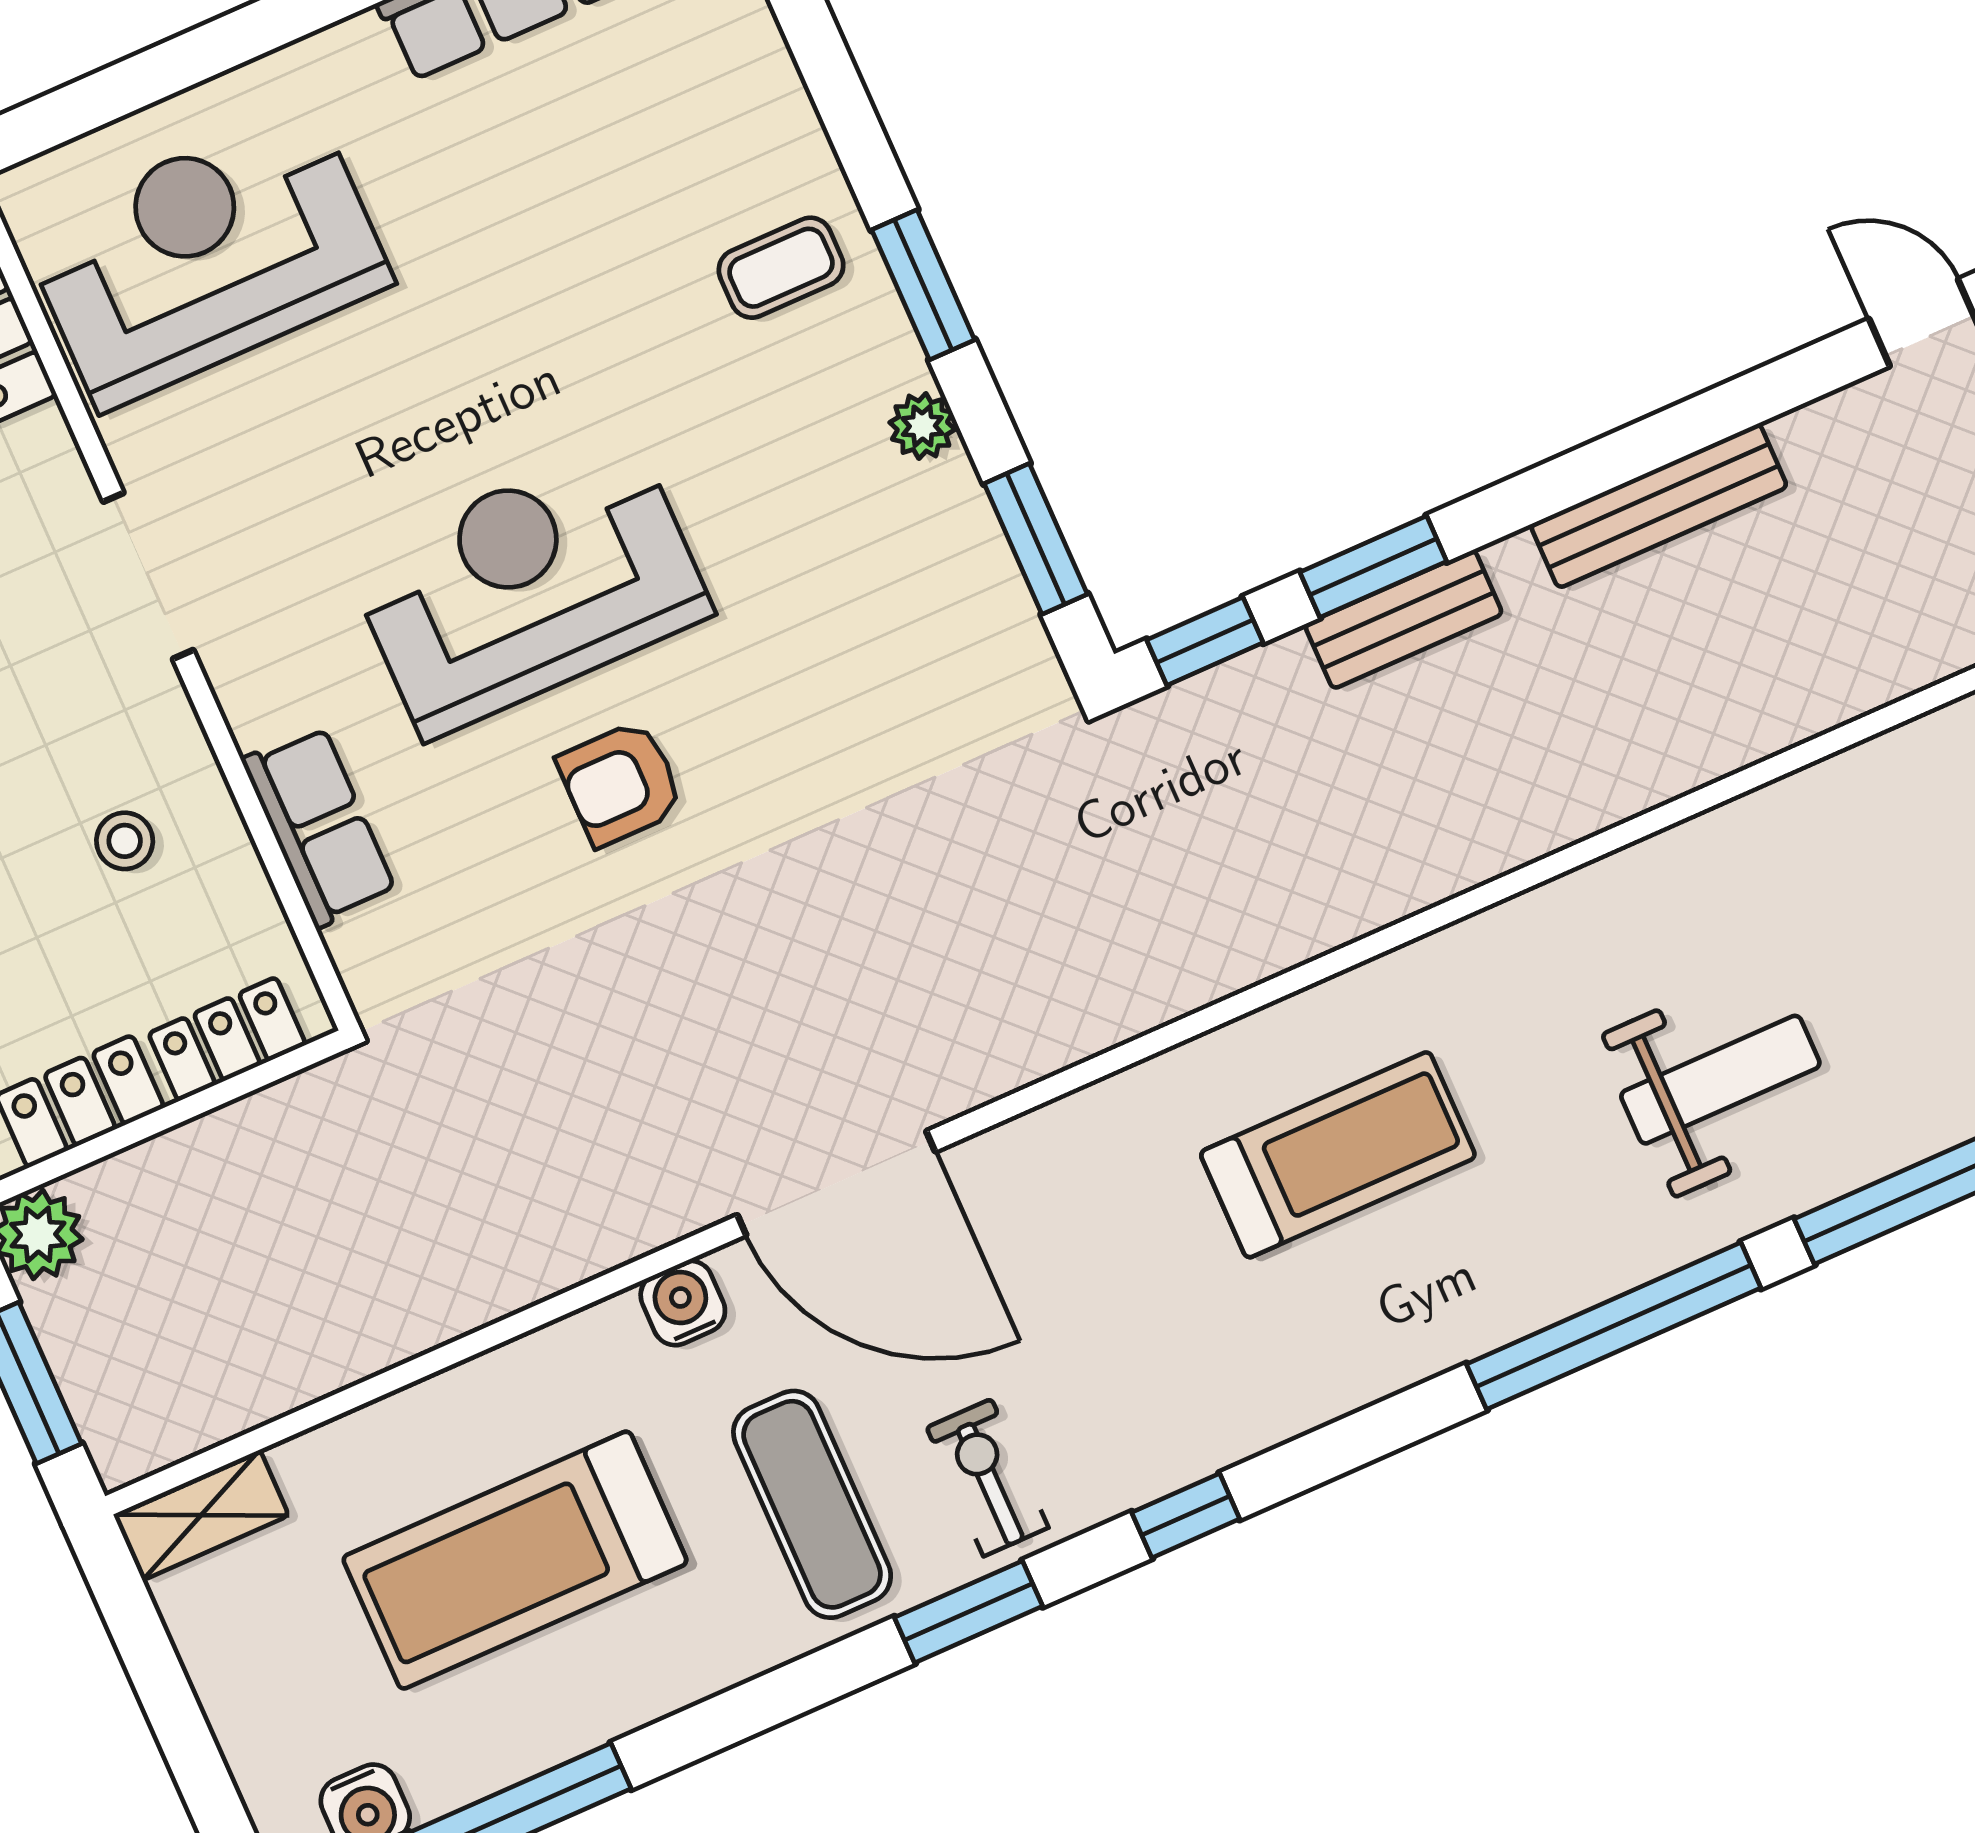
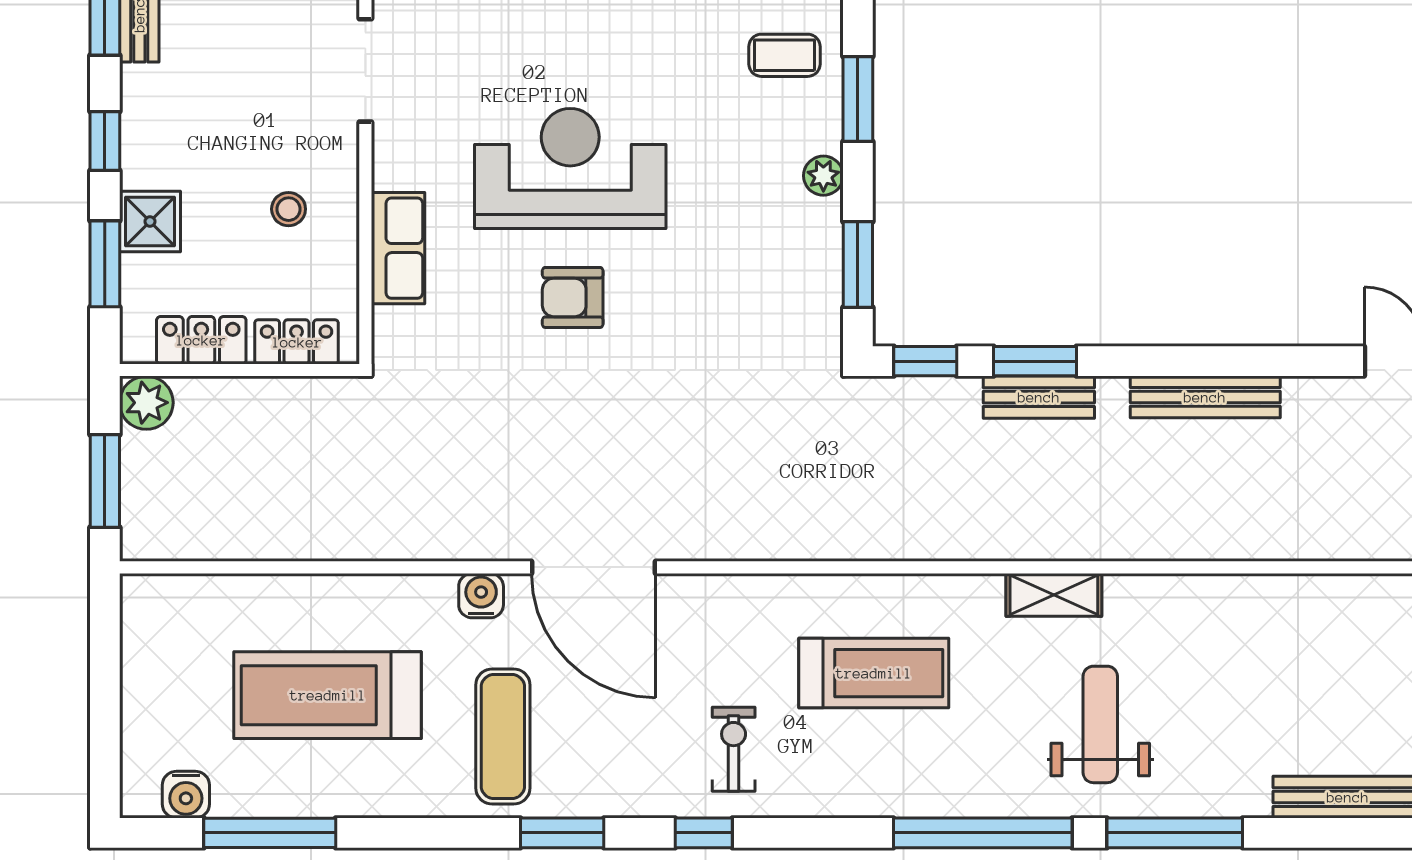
weight bench: (1720, 1080) -> (1100, 724), turned -90
exercise bike: (987, 1478) -> (734, 749), moved
shelving: (201, 1515) -> (1054, 595), moved

